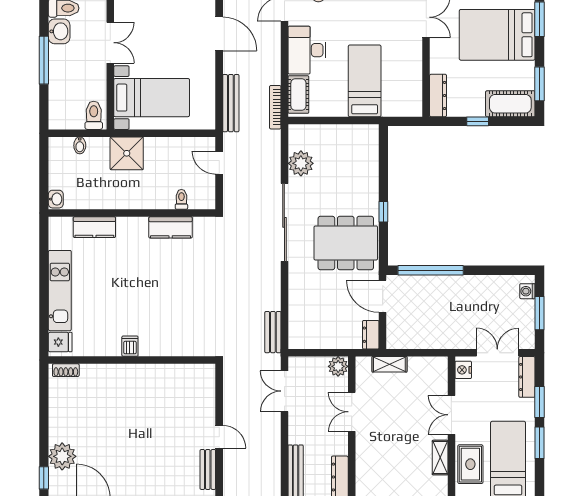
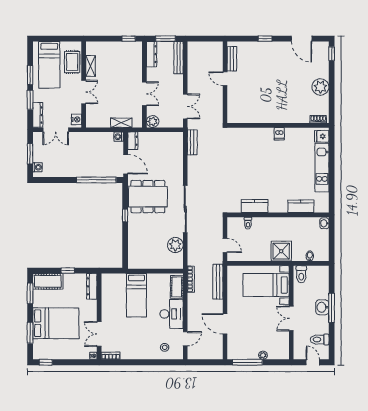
washbasin: (59, 31) -> (322, 307), moved
washing machine: (394, 341) -> (119, 137), added
plant: (62, 456) -> (320, 87), moved

